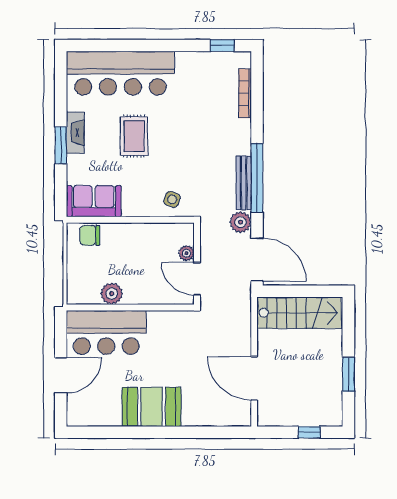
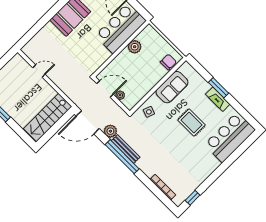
bar counter: (120, 73) -> (230, 137), width x0.73
sofa: (94, 201) -> (172, 87), moved
door: (254, 378) -> (39, 71), width x0.53

